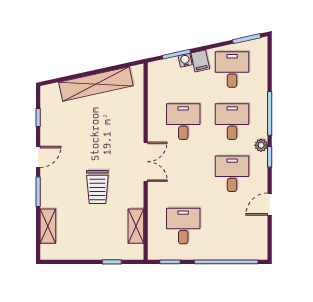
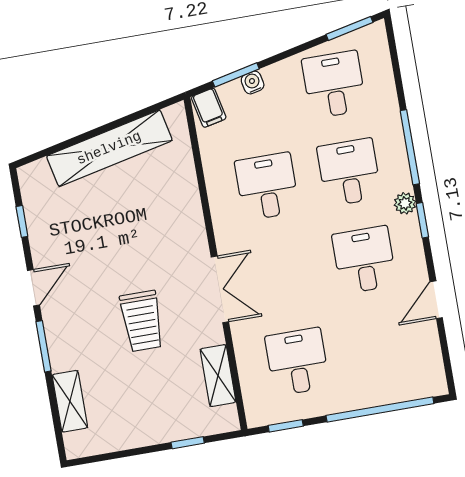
filing cabinet: (200, 61) -> (209, 108), moved
double door: (146, 162) -> (220, 289), moved

